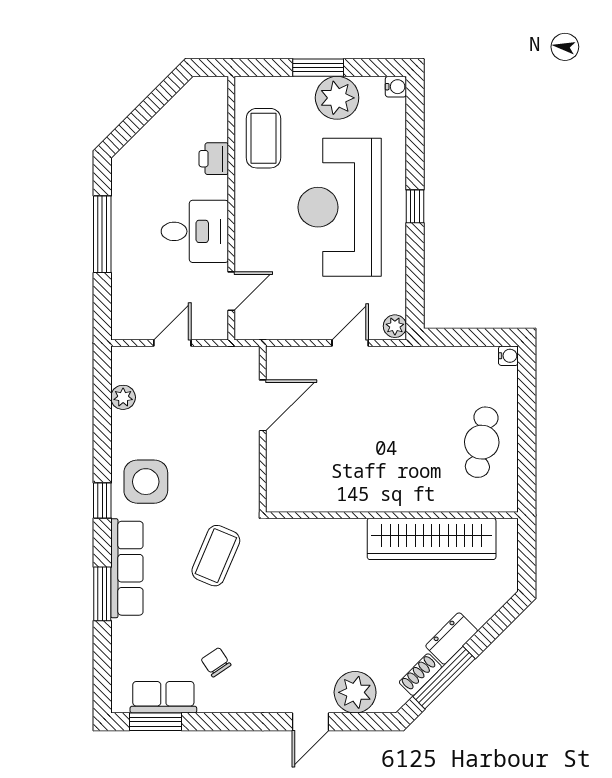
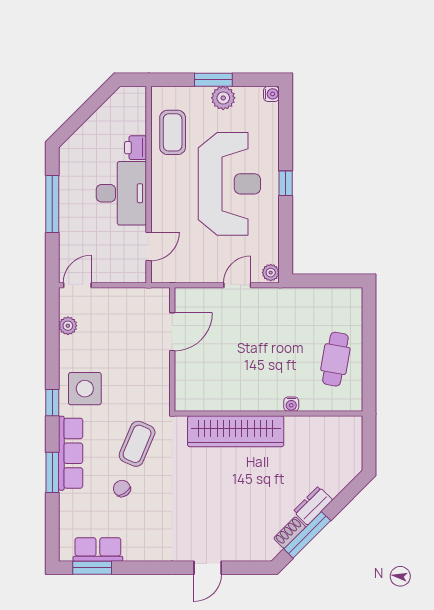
plant: (337, 98) -> (223, 98), width x0.73, depth x0.73
reception desk: (340, 207) -> (229, 184), turned 180
desk: (195, 231) -> (121, 193), width x1.37
door: (172, 343) -> (77, 285), moved
water cooler: (508, 356) -> (291, 404), moved, turned 90
wardrobe: (432, 539) -> (236, 431), moved
chair: (216, 662) -> (122, 488), moved
plant: (355, 692) -> (241, 546), removed

